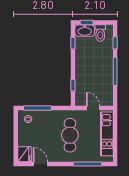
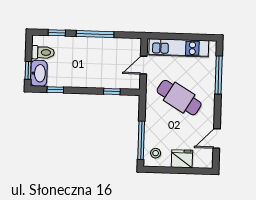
cafe table: (70, 135) -> (179, 98), turned 31
fridge: (25, 154) -> (182, 159), moved

